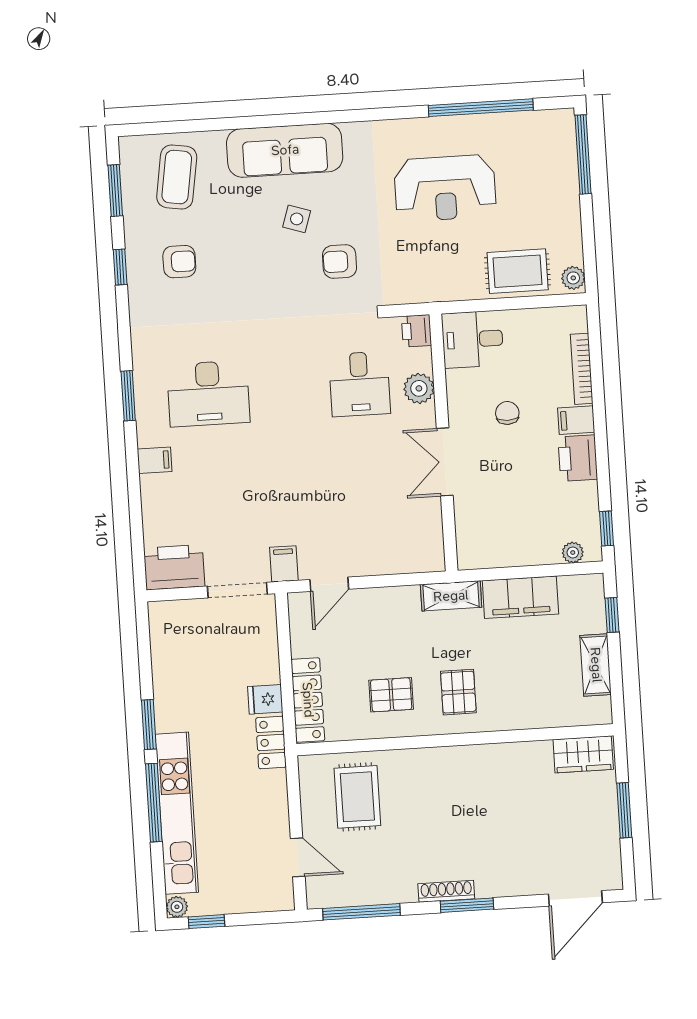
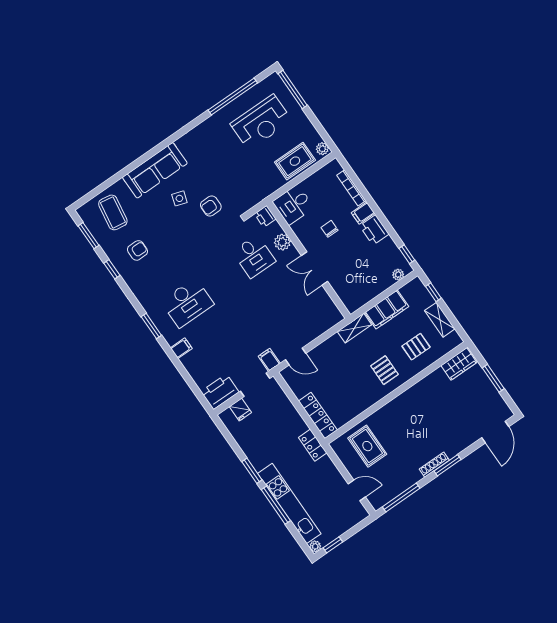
reception desk: (445, 188) -> (261, 122), moved
door: (329, 584) -> (296, 357), hinge flipped
pallet: (391, 695) -> (416, 347), moved
fridge: (265, 699) -> (240, 410), moved, turned -90

